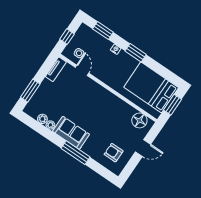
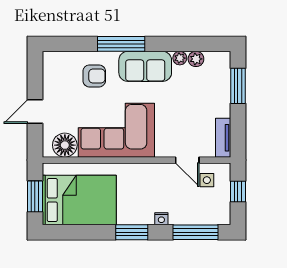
window: (103, 30) -> (195, 232), width x1.44
corner sofa: (108, 110) -> (116, 130), added
armchair: (114, 153) -> (94, 76), moved

